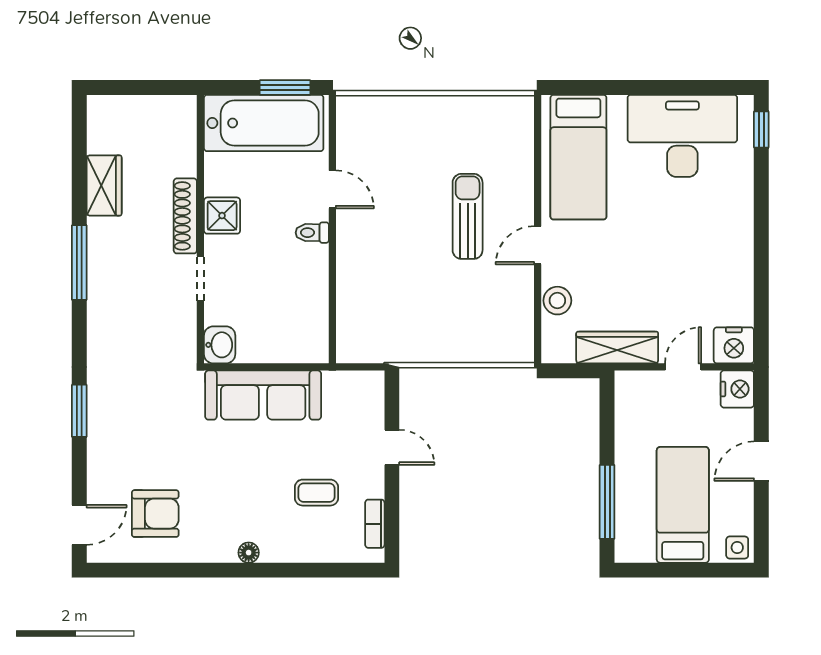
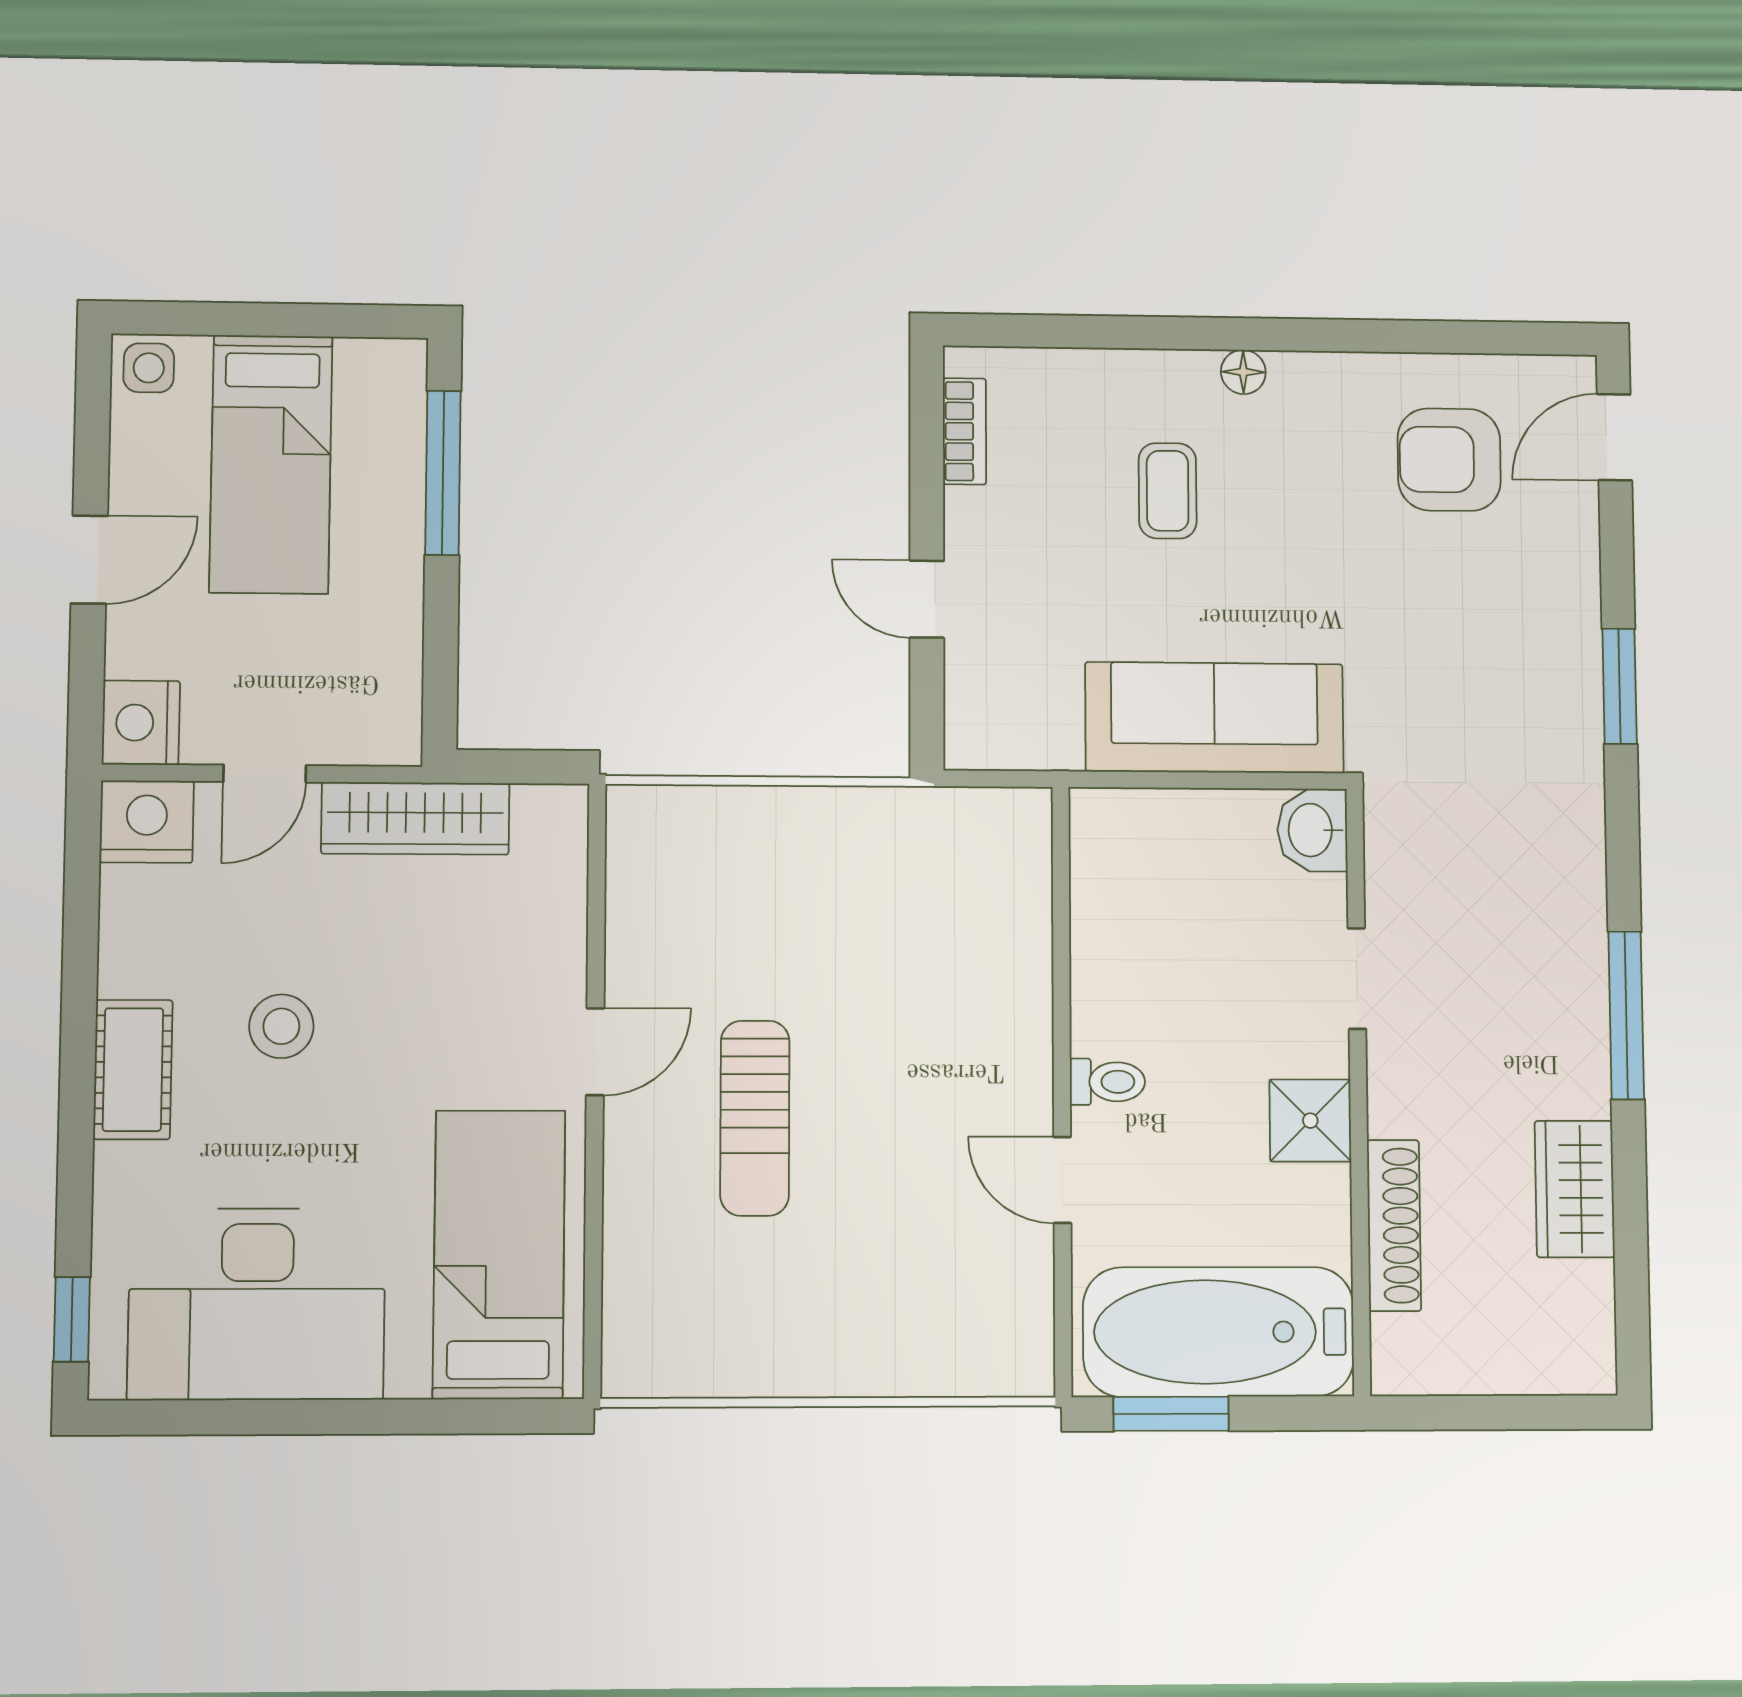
shoe rack: (185, 216) -> (1394, 1225), moved
cot: (738, 237) -> (133, 1070), added
stool: (557, 301) -> (281, 1026), moved
coffee table: (316, 493) -> (1168, 491), moved, turned 90

